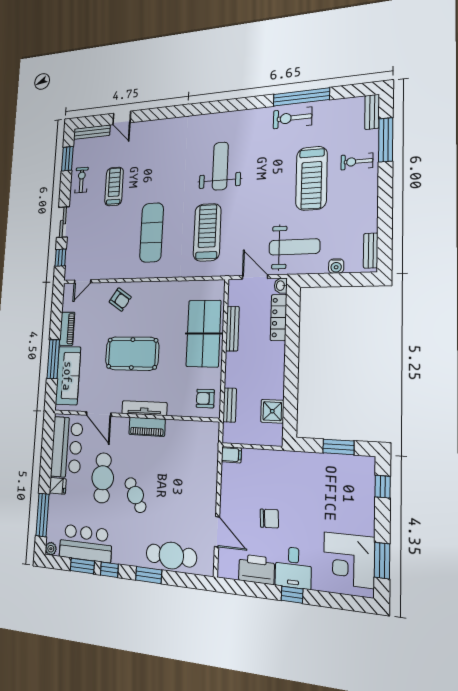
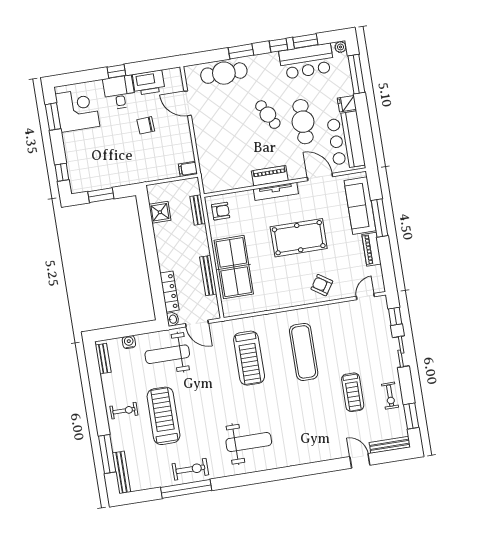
bench: (372, 112) -> (122, 472), width x1.36
exercise bike: (357, 161) -> (124, 411), moved
weight bench: (220, 166) -> (249, 442), moved, turned -90

